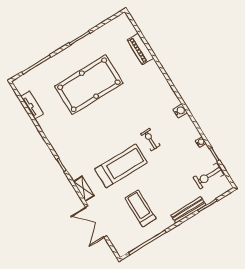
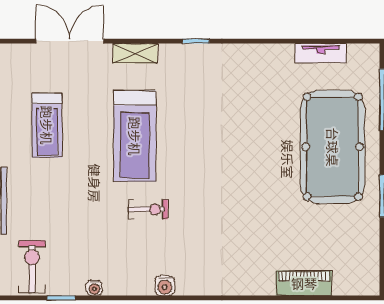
pool table: (89, 85) -> (333, 147), moved
treadmill: (140, 208) -> (47, 125), turned 90

